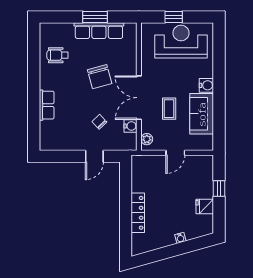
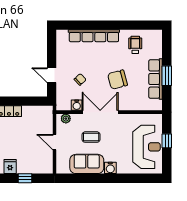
row of seats: (47, 105) -> (94, 36), width x2.02

